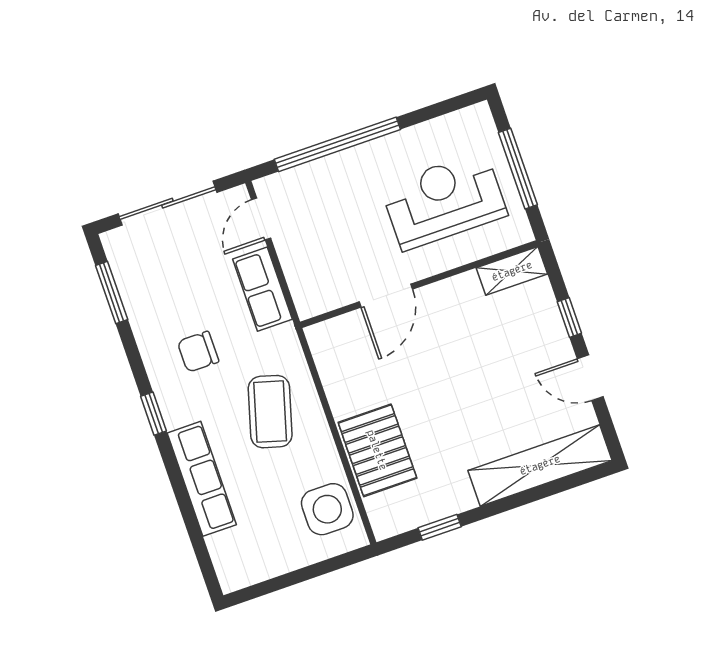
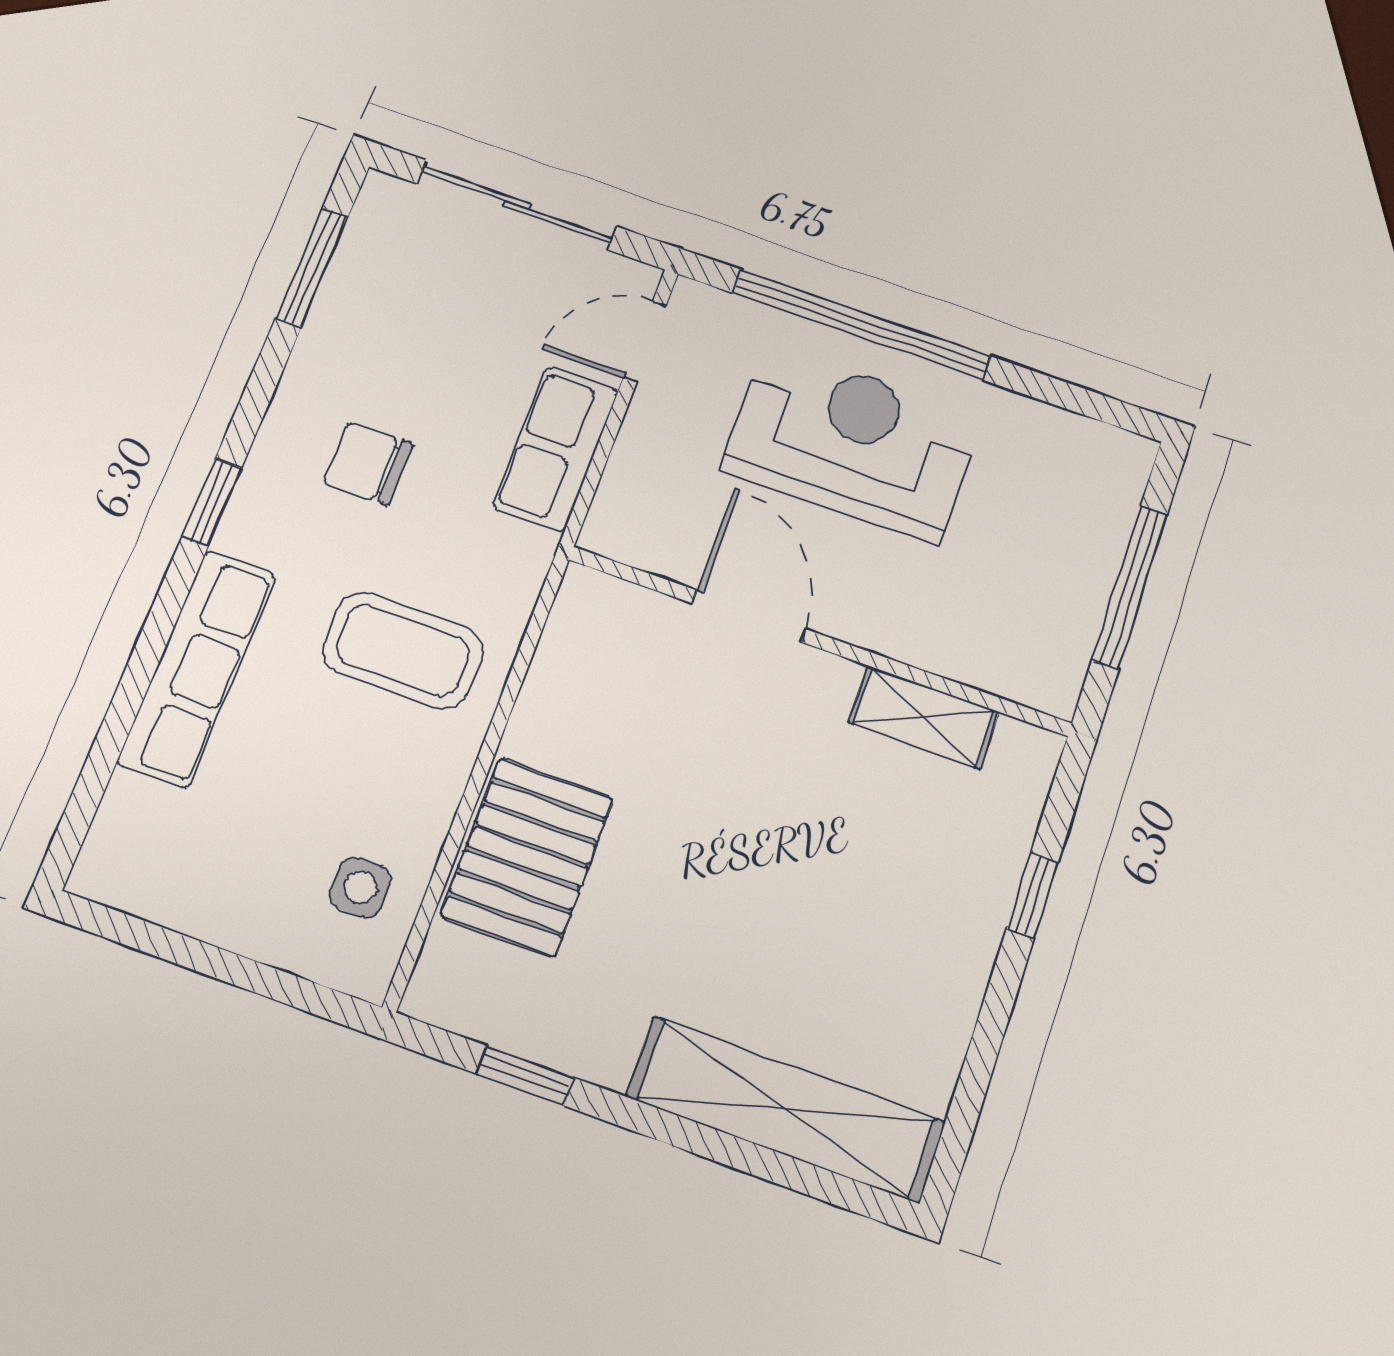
reception desk: (444, 201) -> (852, 443), moved
shelving: (512, 271) -> (924, 717), moved
door: (386, 296) -> (749, 616), swing flipped
door: (590, 378) -> (991, 1027), removed
coffee table: (270, 412) -> (403, 650), turned 74
side table: (327, 509) -> (360, 888), width x0.54, depth x0.54

